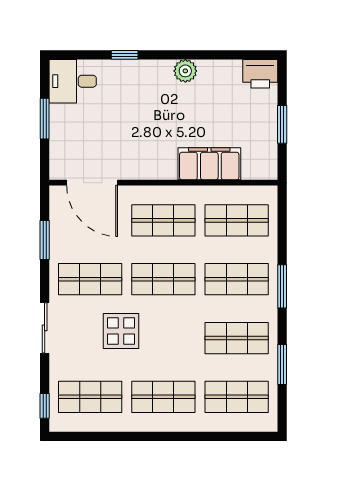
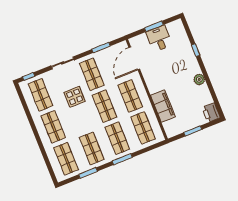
desk: (73, 81) -> (159, 39), moved

